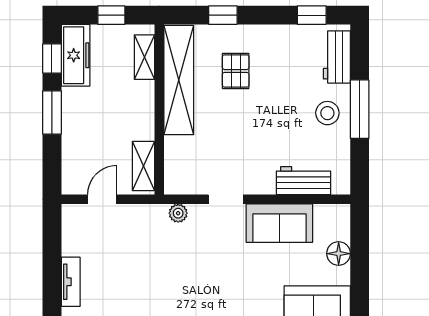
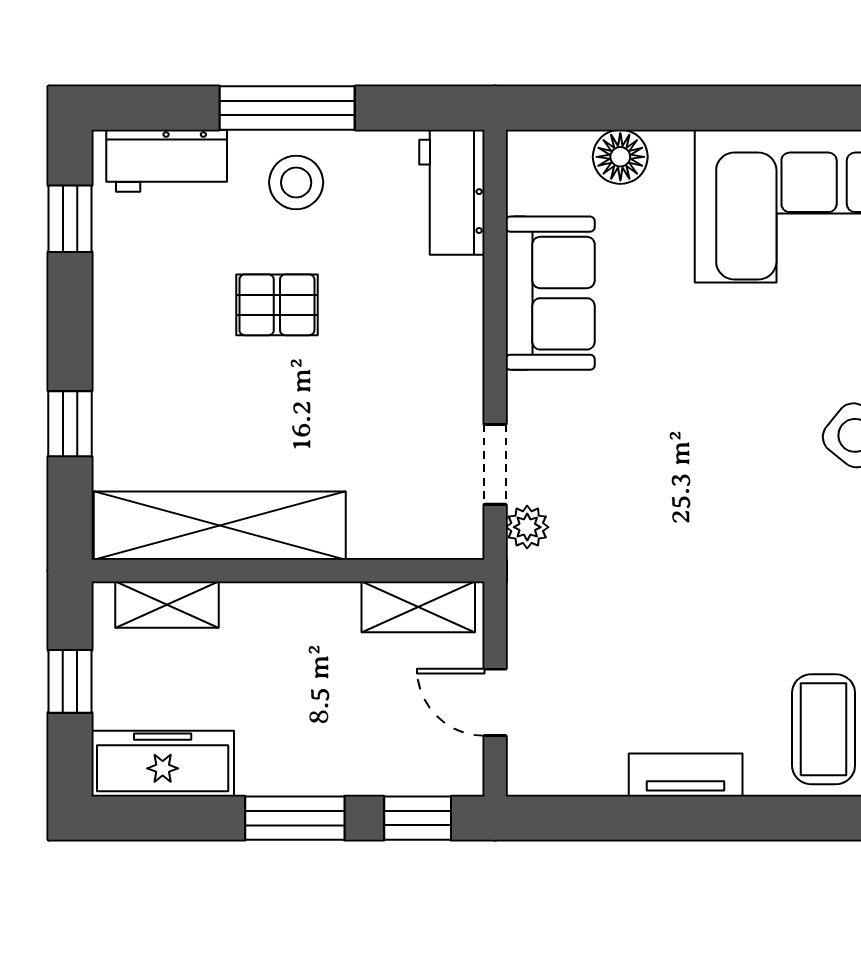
window: (52, 59) -> (418, 818), moved
pallet: (236, 71) -> (277, 305), moved
workbench: (303, 181) -> (452, 192), moved
doorway: (226, 199) -> (495, 464), moved

